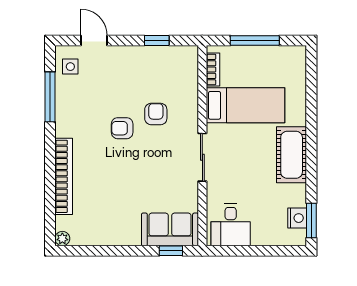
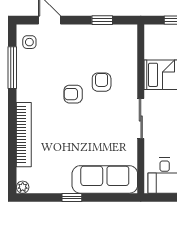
bookcase: (213, 70) -> (150, 45), removed
sofa: (170, 229) -> (105, 179), width x1.36
window: (171, 251) -> (72, 197), moved

